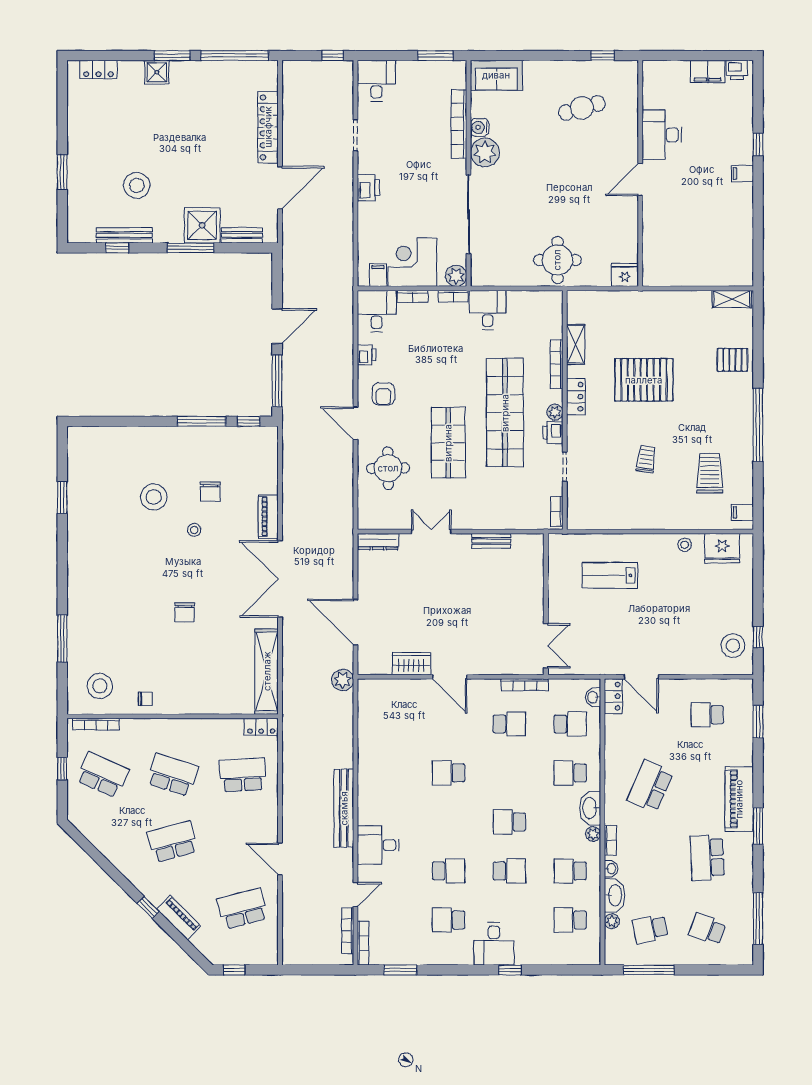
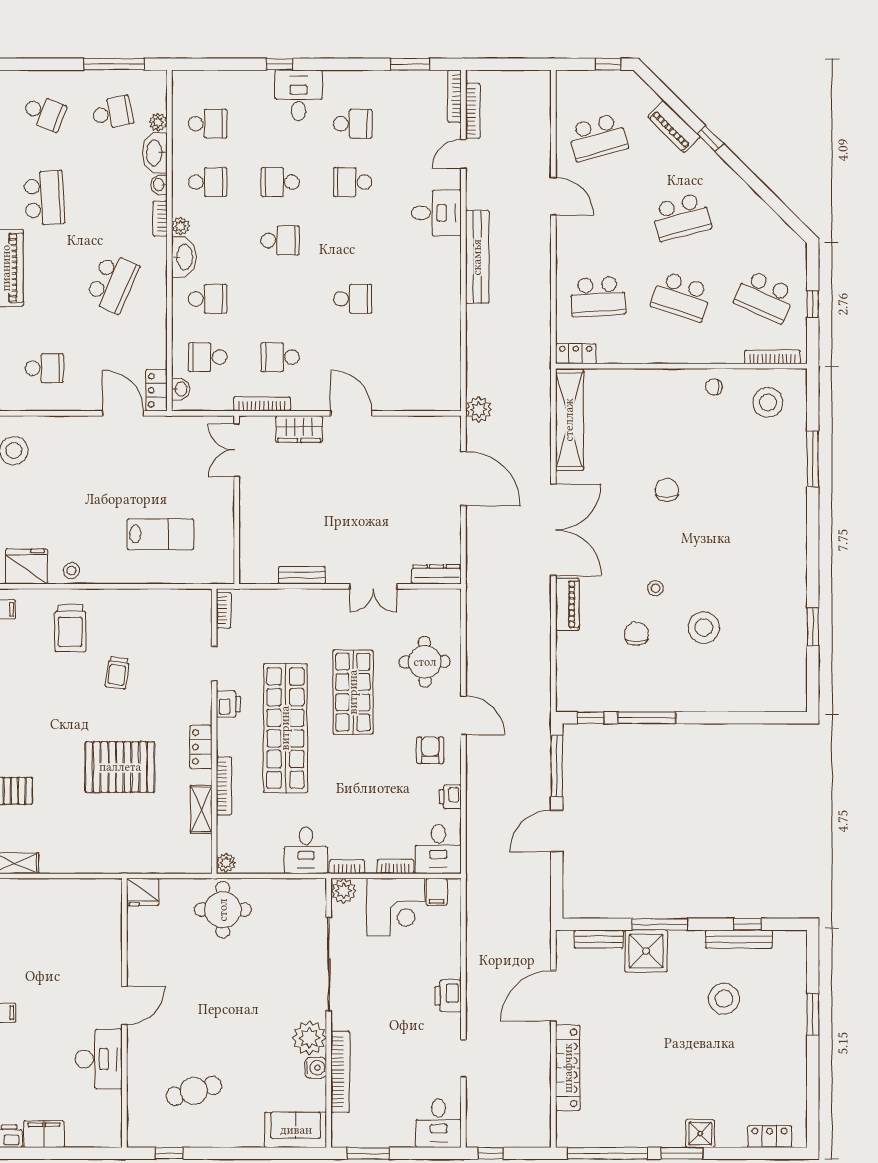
plant: (555, 412) -> (226, 863), moved
trolley: (710, 473) -> (70, 628), moved
wardrobe: (411, 664) -> (299, 429), moved

